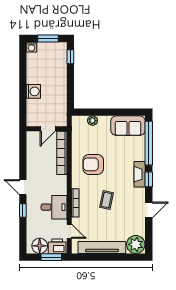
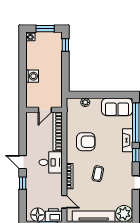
armchair: (93, 164) -> (86, 142), turned 180
fireplace: (140, 174) -> (128, 140), moved
desk: (54, 207) -> (51, 162), moved

